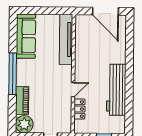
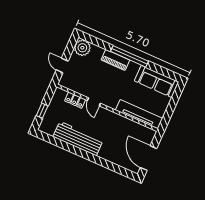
door: (106, 11) -> (149, 158), hinge flipped
piano: (22, 100) -> (115, 60), moved

